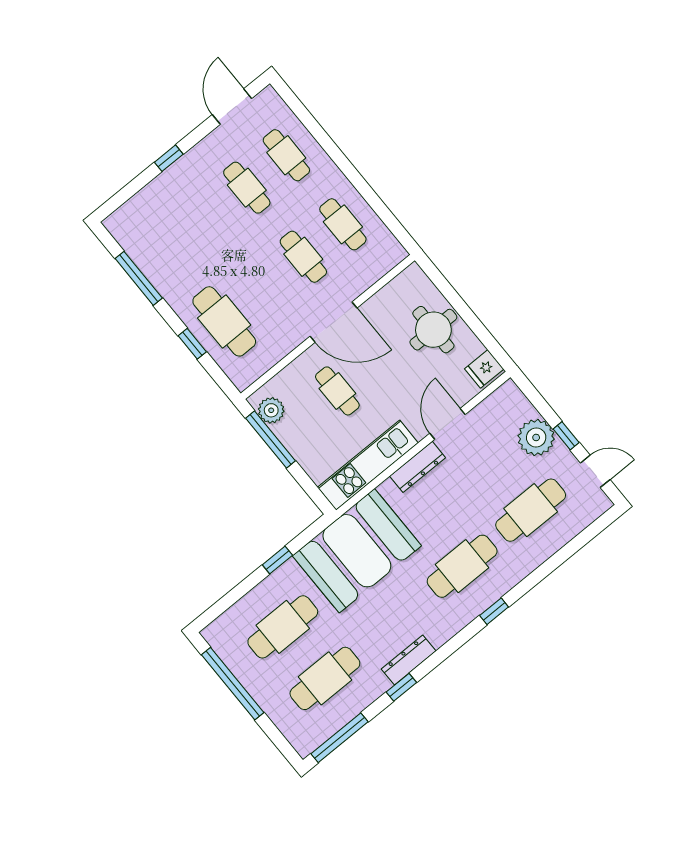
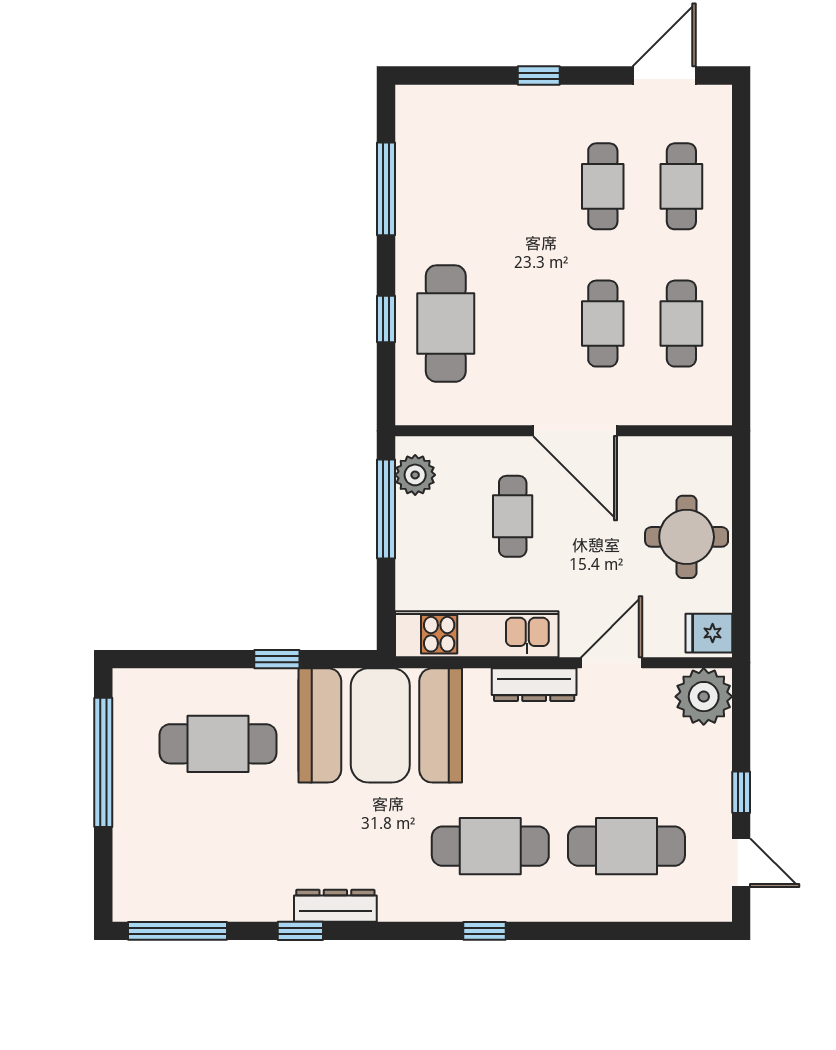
plant: (536, 437) -> (704, 697), moved
cafe table: (325, 678) -> (218, 846), removed

